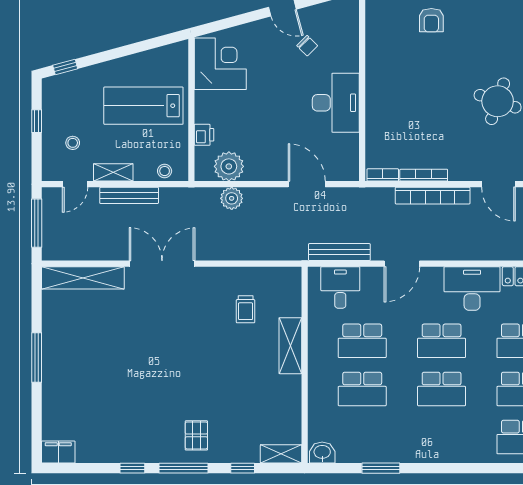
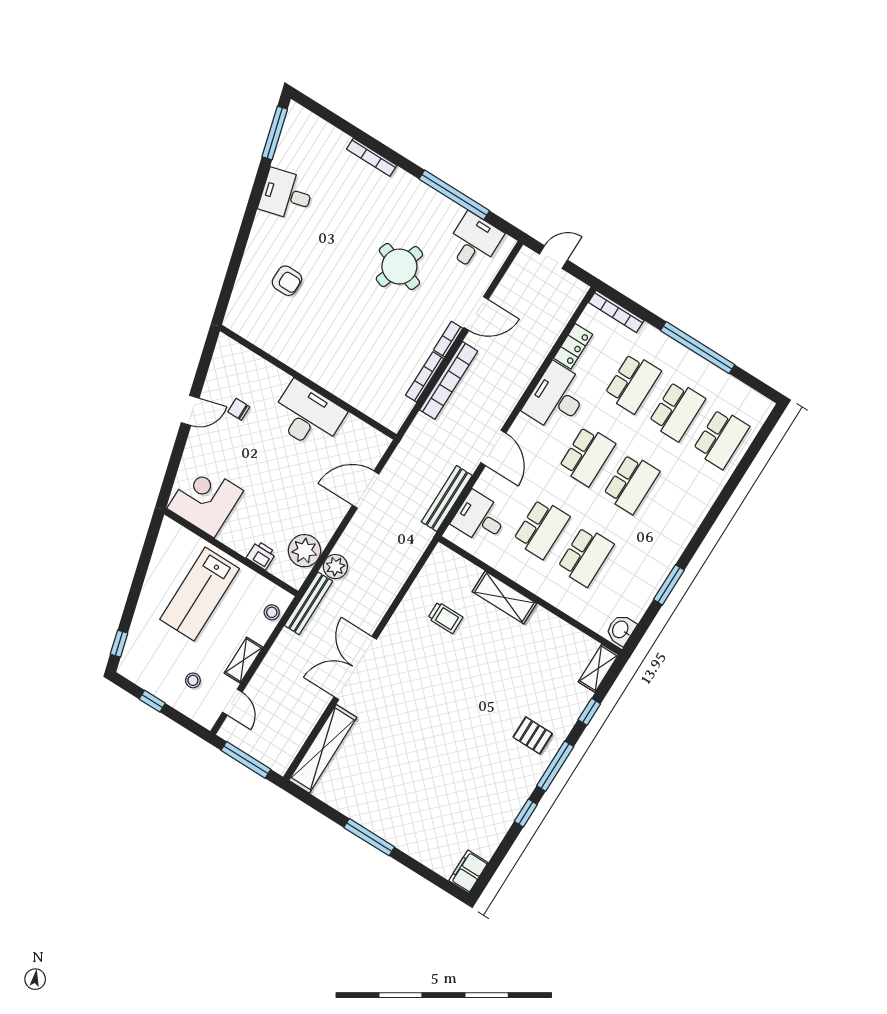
chair: (307, 46) -> (239, 409), turned -135
bookcase: (383, 175) -> (448, 339), moved
bench: (129, 195) -> (309, 603), moved

